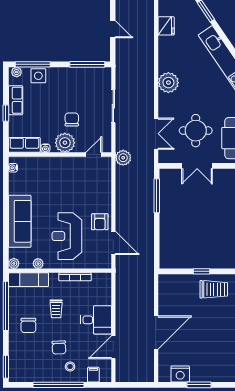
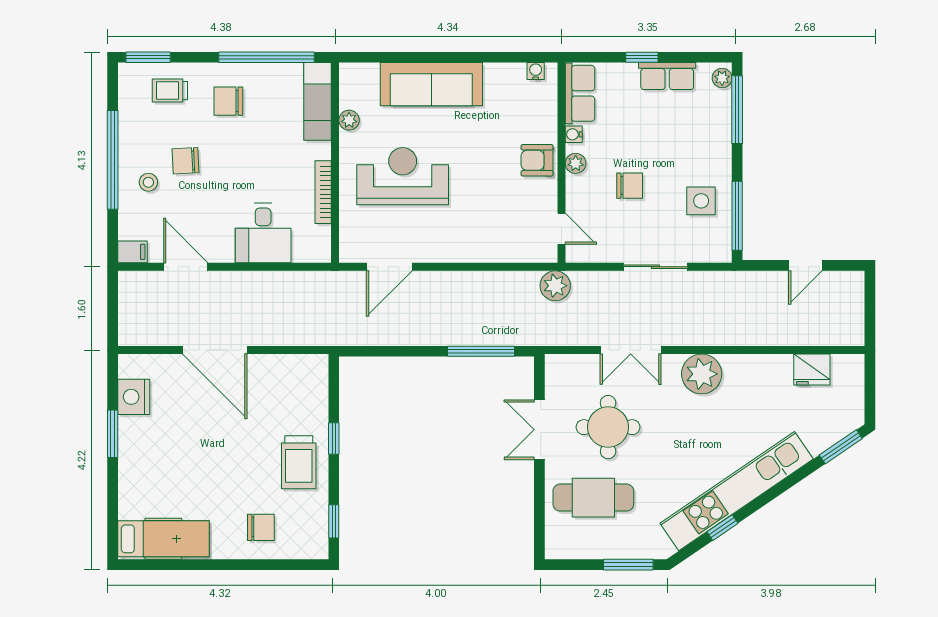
side table: (38, 76) -> (701, 201), moved
double door: (156, 134) -> (631, 350), moved
plant: (65, 143) -> (576, 163), width x0.53, depth x0.53
armchair: (100, 222) -> (537, 160), moved
plant: (14, 263) -> (349, 73), removed
trolley: (56, 309) -> (170, 91), moved
desk: (96, 320) -> (263, 233), moved
filing cabinet: (93, 375) -> (132, 252), moved

